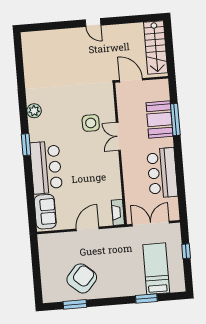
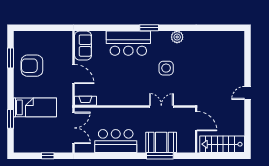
door: (131, 80) -> (196, 121), hinge flipped
side table: (91, 123) -> (166, 68), moved
double door: (118, 136) -> (161, 106), moved
sofa: (45, 212) -> (83, 46), moved, turned -90
bed: (156, 269) -> (35, 107), moved
armchair: (82, 278) -> (32, 66), turned 139

